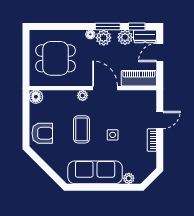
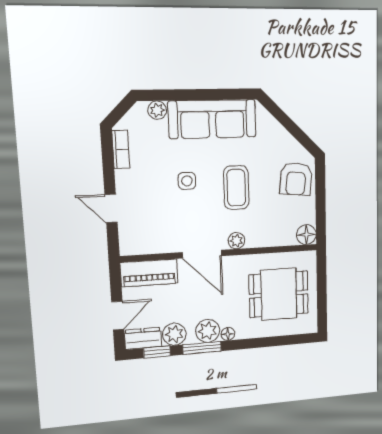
door: (160, 120) -> (111, 208), hinge flipped
armchair: (42, 133) -> (296, 179), turned -84
bookcase: (152, 140) -> (121, 149), moved

